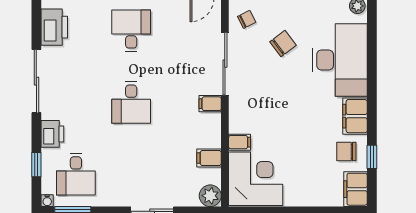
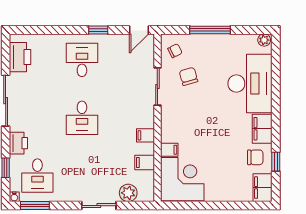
chair: (283, 43) -> (188, 76), moved, turned -69
sliding door: (225, 64) -> (157, 86), width x0.73
filing cabinet: (210, 104) -> (146, 135), moved
chair: (346, 152) -> (255, 157), turned 180
plant: (210, 196) -> (128, 193), moved

